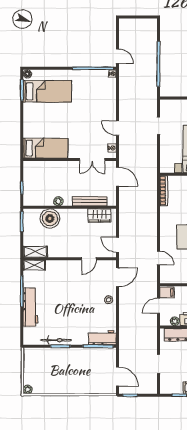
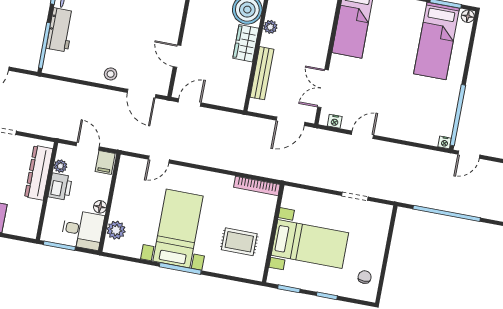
wardrobe: (99, 215) -> (246, 43), moved
workbench: (102, 338) -> (60, 30), moved

